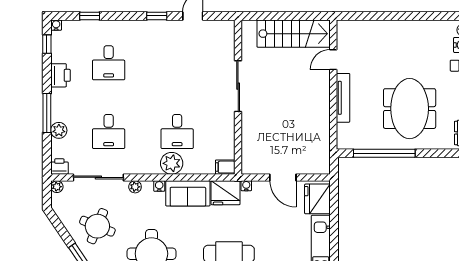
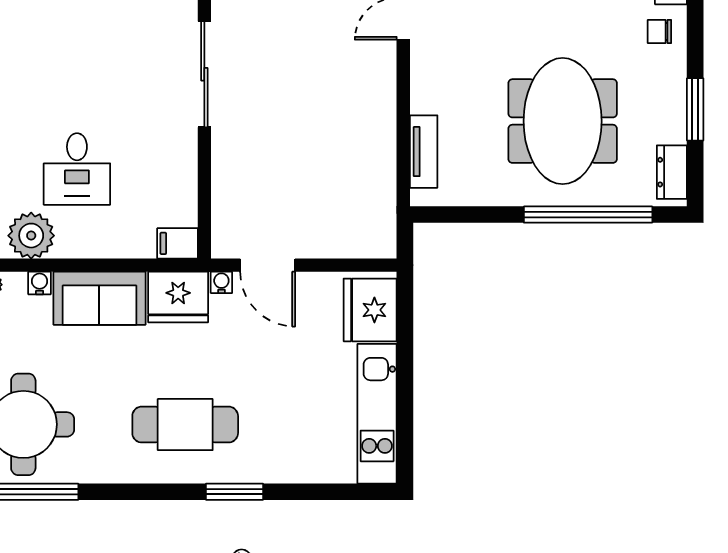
tv unit: (343, 98) -> (424, 152), moved, width x0.71
window: (384, 153) -> (588, 215), moved
plant: (172, 163) -> (31, 236), moved
door: (283, 177) -> (268, 265), moved

